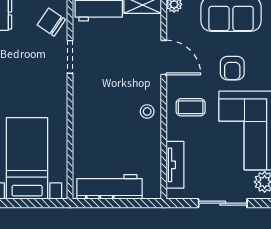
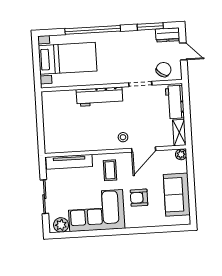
stool: (147, 111) -> (123, 137), moved
tv unit: (175, 165) -> (69, 162), width x1.41
workbench: (110, 187) -> (99, 97), moved, turned 90

